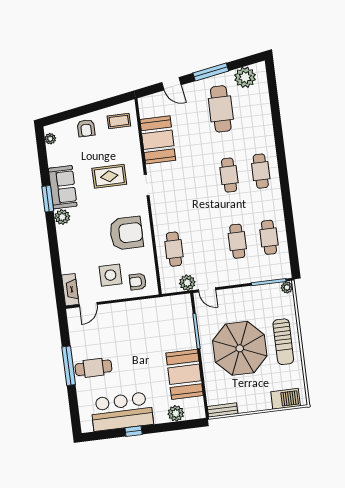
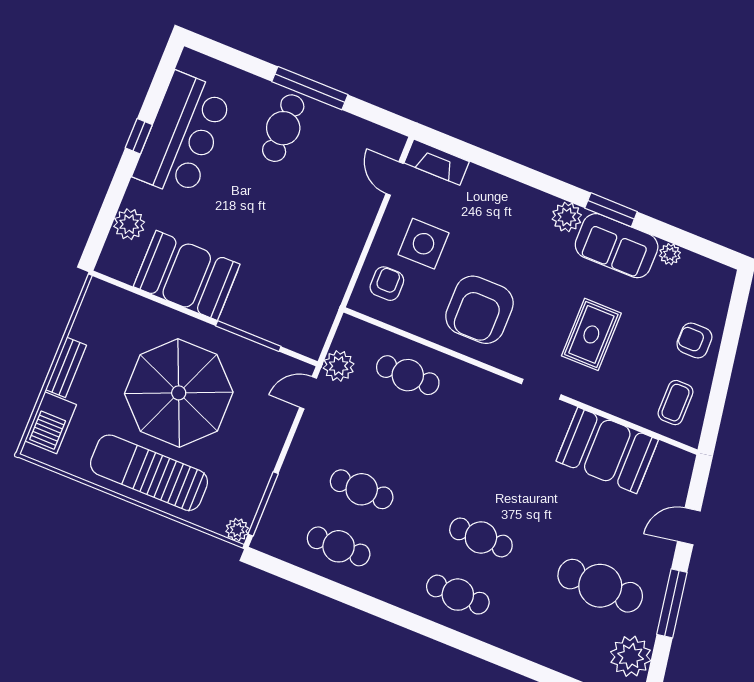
plant: (50, 139) -> (670, 254), moved
sun lounger: (283, 342) -> (149, 473), width x1.36, depth x1.34
bench: (223, 410) -> (66, 367), moved

